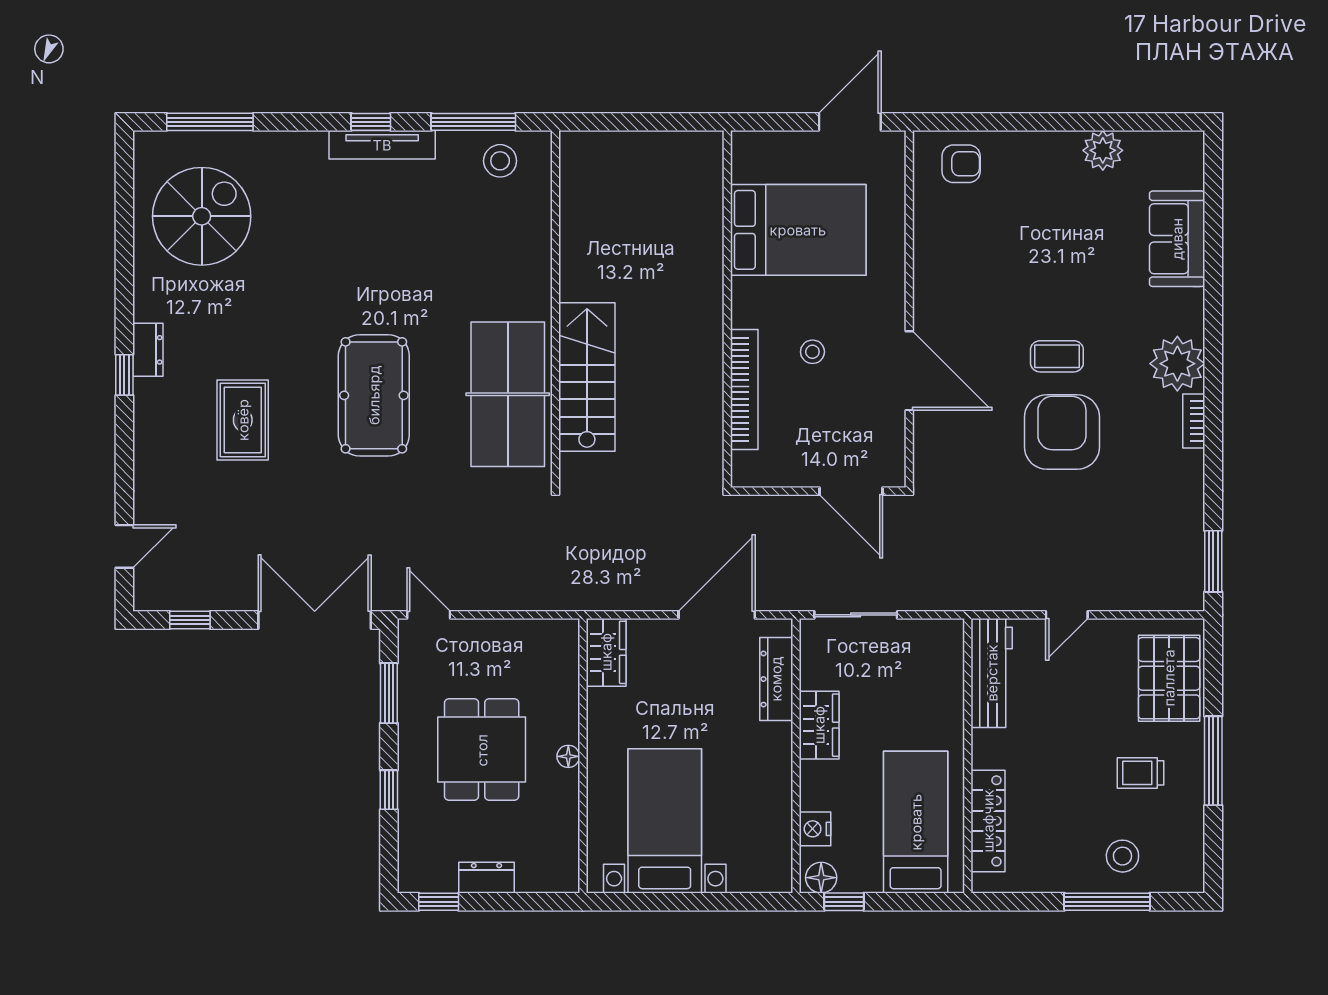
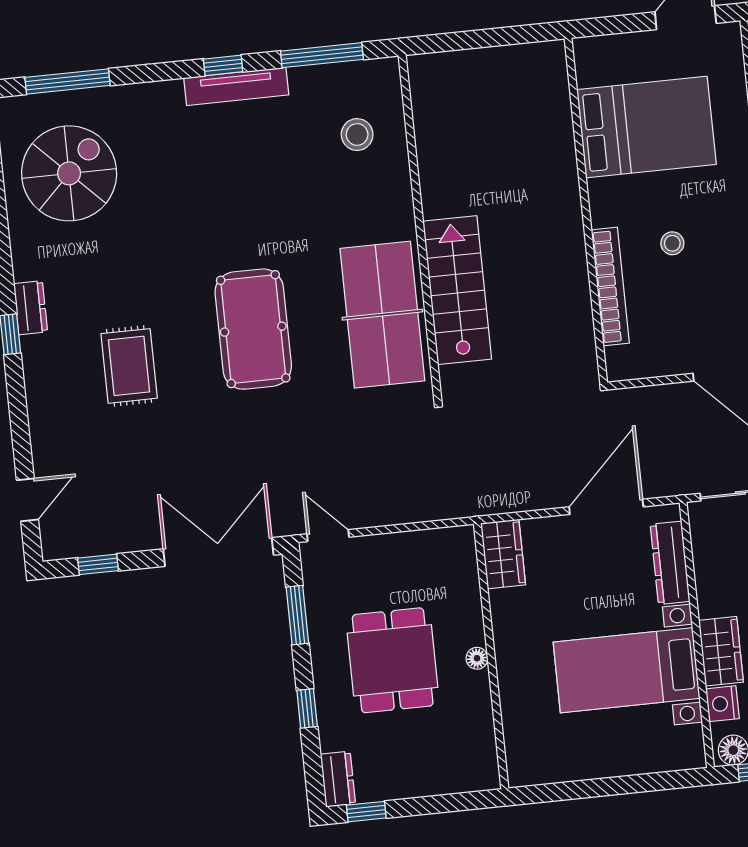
stool: (500, 161) -> (357, 135), moved
wardrobe: (819, 725) -> (721, 651), moved
bed with nightstands: (665, 821) -> (626, 670), moved, turned -90
dresser: (486, 878) -> (338, 779), moved, turned 90

